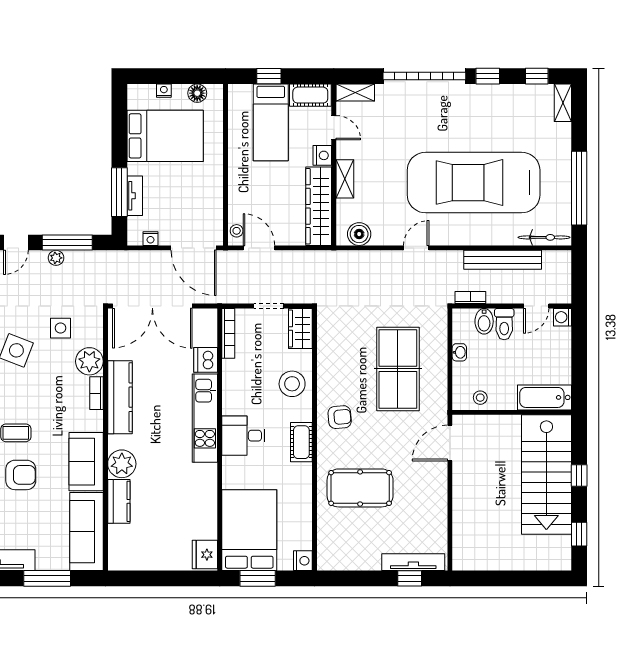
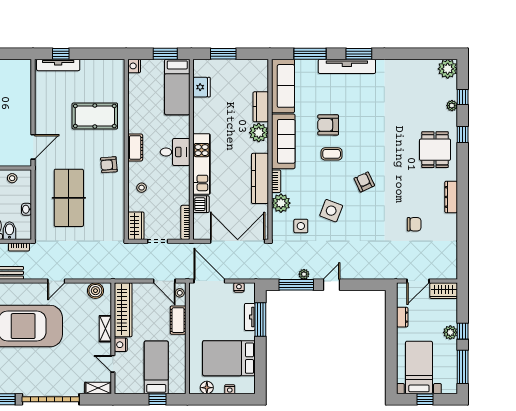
cot: (310, 95) -> (178, 320), moved, turned 90
stool: (292, 384) -> (142, 188), width x0.53, depth x0.53
sofa: (86, 462) -> (283, 141), width x1.36
bed: (249, 530) -> (177, 87), width x0.67
fridge: (205, 555) -> (202, 87), moved
window: (173, 578) -> (223, 54), added

